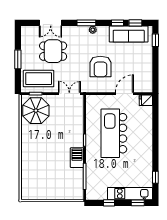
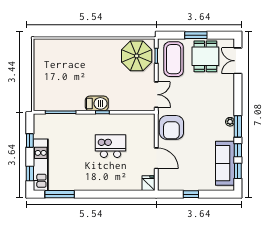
double door: (51, 23) -> (238, 61), moved
window: (86, 23) -> (238, 126), moved
window: (155, 40) -> (191, 194), moved
dining table: (53, 51) -> (205, 56), moved
armchair: (100, 66) -> (171, 127), moved, turned -90
kitchen island: (114, 133) -> (111, 146), width x0.54, depth x0.78
barbecue: (77, 158) -> (97, 103), moved
window: (155, 177) -> (60, 194), width x2.17

